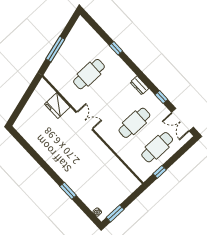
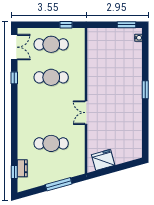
window: (116, 48) -> (14, 172), moved
dresser: (139, 85) -> (22, 168), moved
fridge: (57, 106) -> (103, 160), moved, turned -106
window: (68, 191) -> (145, 90), moved

